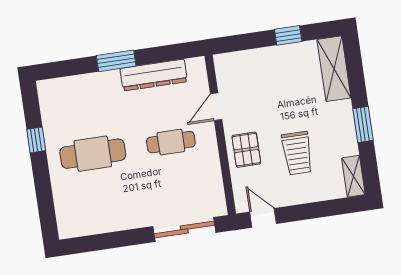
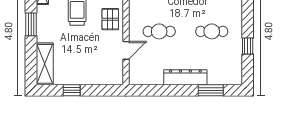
window: (116, 61) -> (211, 90), moved
dresser: (154, 75) -> (185, 77), moved
cafe table: (93, 154) -> (212, 31), width x0.73, depth x0.74

